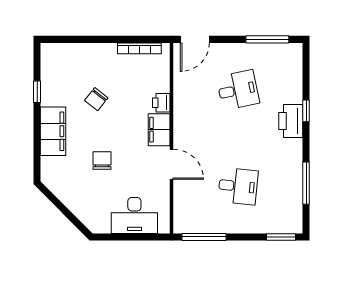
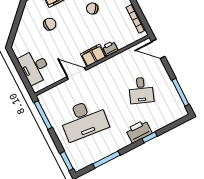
desk: (238, 90) -> (141, 90), turned 33
chair: (102, 160) -> (50, 24), moved
door: (172, 164) -> (76, 73), swing flipped
desk: (238, 186) -> (84, 120), width x1.87, depth x1.30

